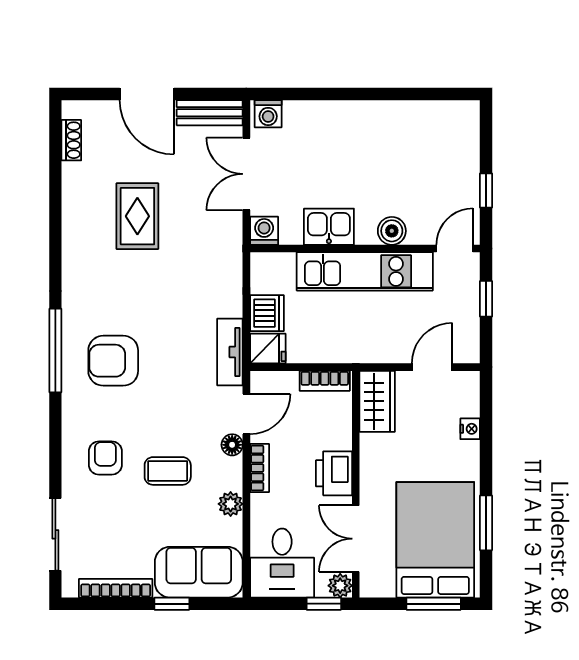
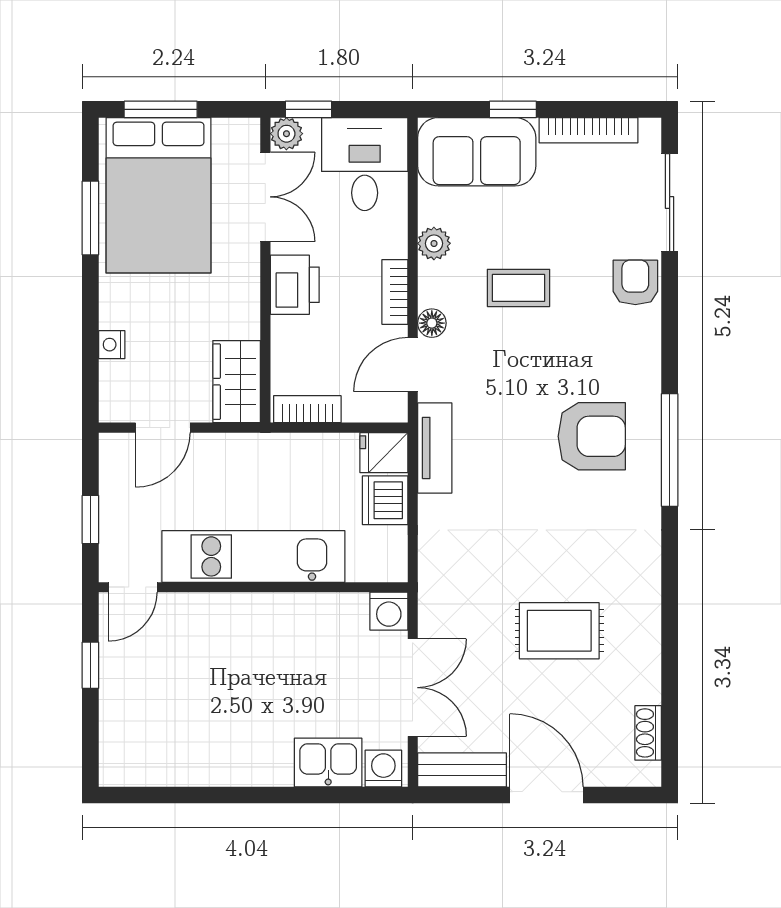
rug: (137, 216) -> (559, 631), turned 90
kitchen sink: (329, 227) -> (328, 762), moved, turned 180
boiler: (392, 231) -> (217, 611), removed
armchair: (105, 458) -> (635, 282), moved, turned 180

